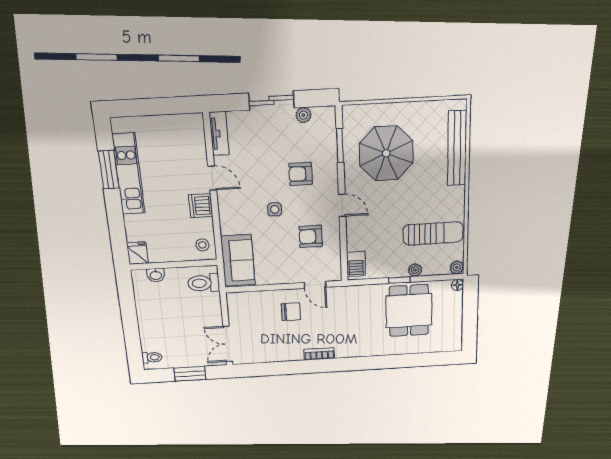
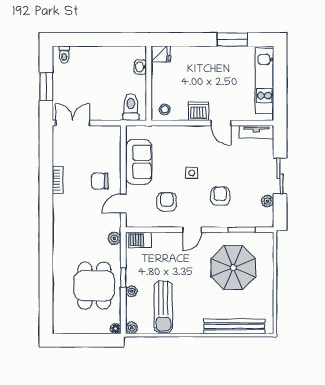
kitchen unit: (129, 174) -> (264, 80), moved, turned 90
door: (212, 178) -> (221, 123), hinge flipped
sofa: (238, 260) -> (139, 162), moved, turned -90
plant: (355, 292) -> (114, 238), added
dining table: (409, 311) -> (94, 286), turned 90
chair: (291, 312) -> (100, 181), turned 90
bookcase: (319, 354) -> (58, 180), moved

